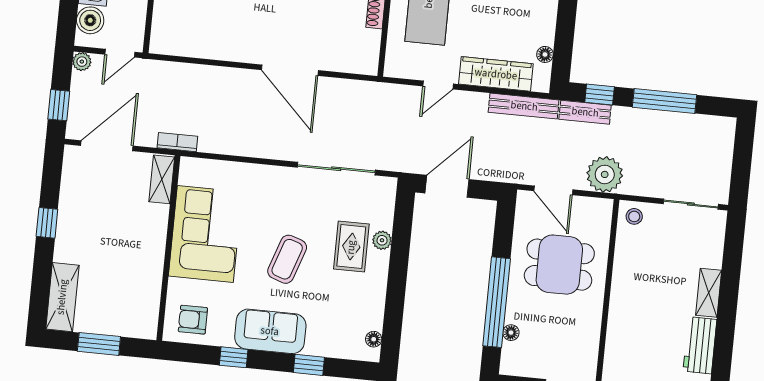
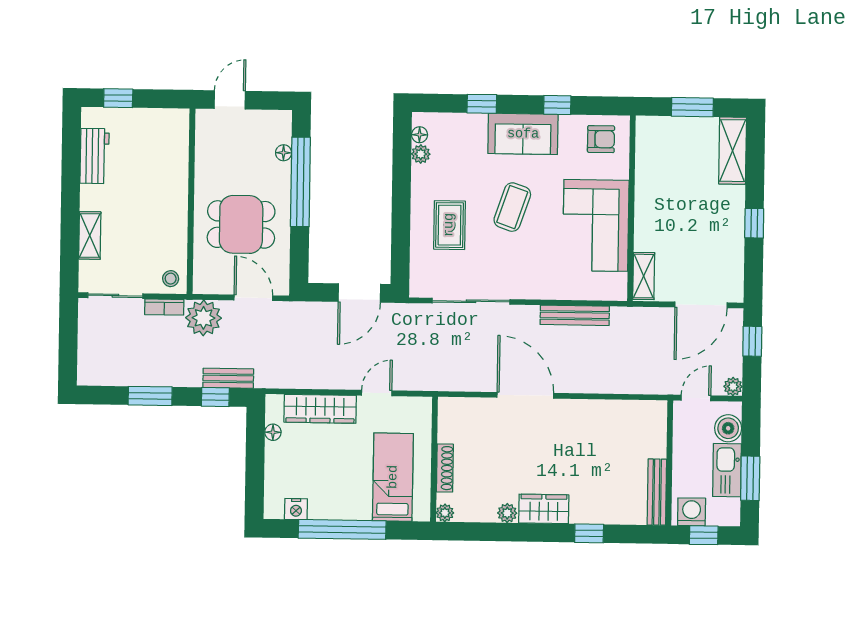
window: (665, 101) -> (150, 396), width x0.69
bench: (524, 106) -> (575, 315), moved
bookcase: (177, 142) -> (164, 307), moved
plant: (382, 240) -> (421, 154), moved
shelving: (709, 293) -> (90, 235), moved

